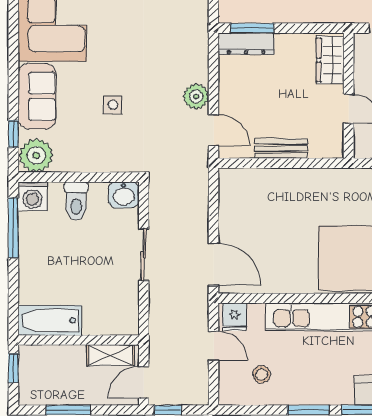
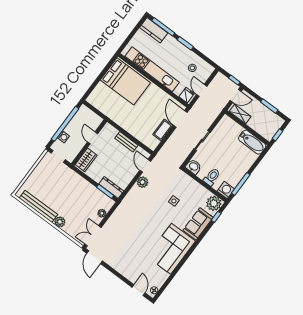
cot: (230, 220) -> (163, 130), added

